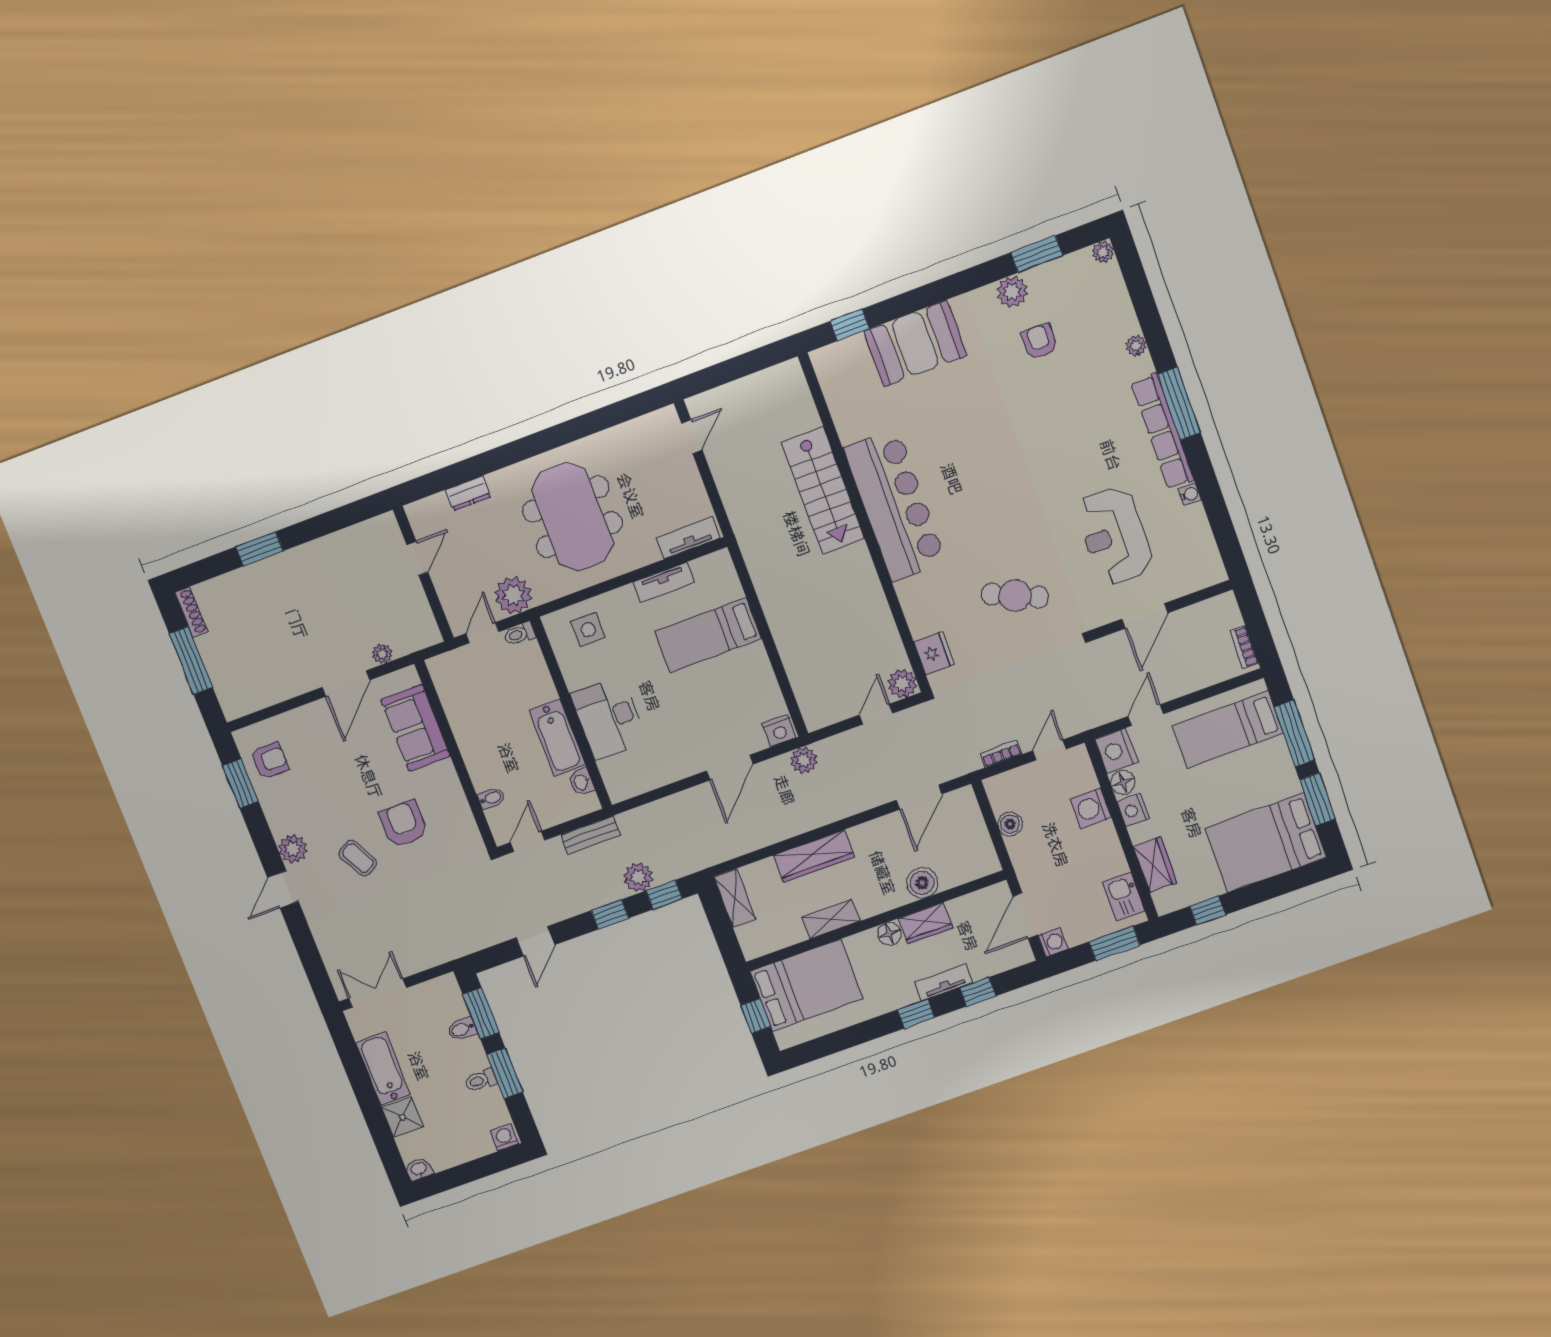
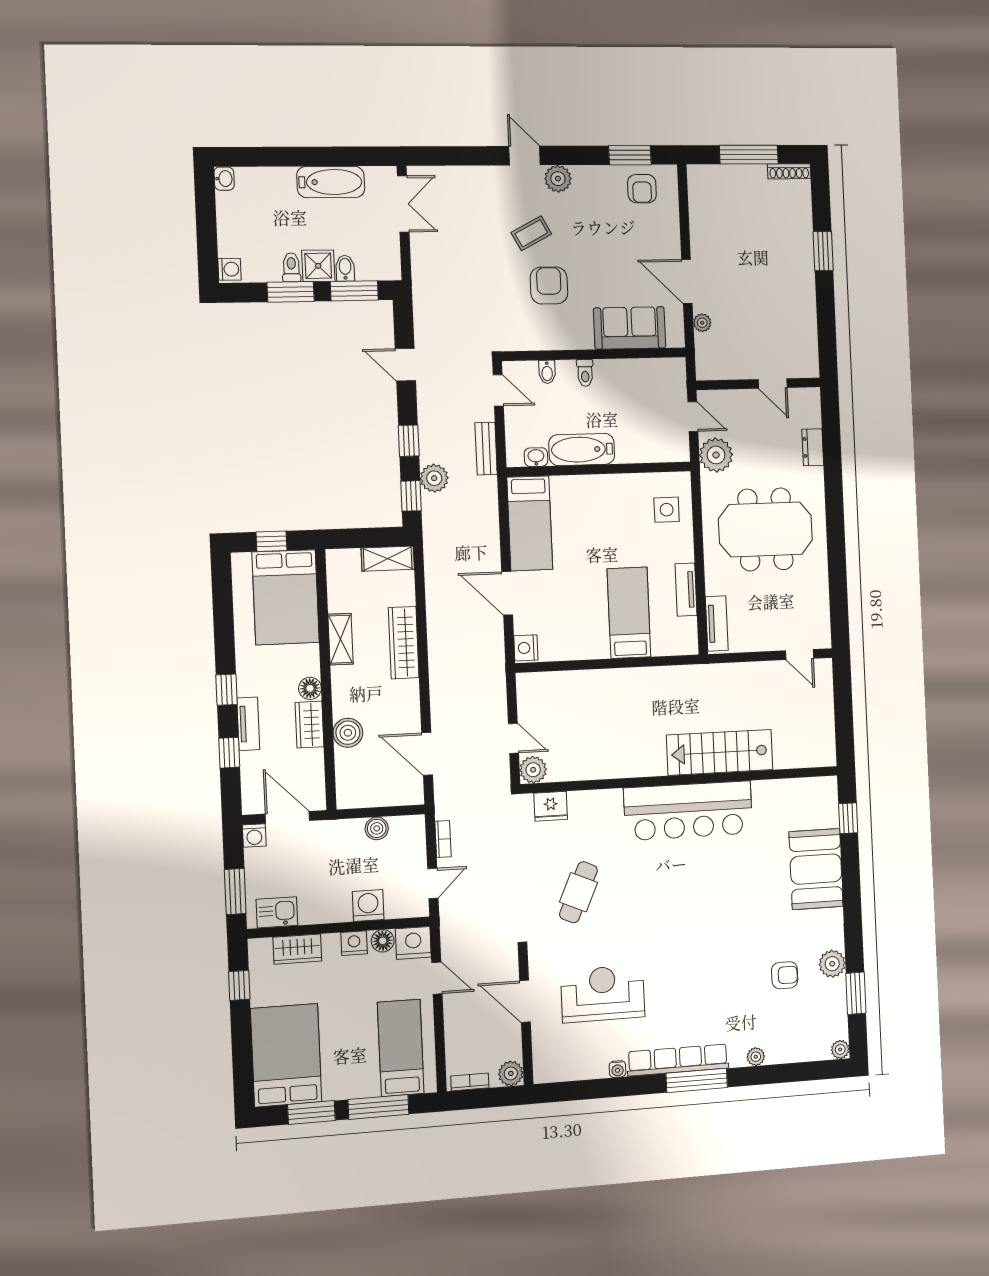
toilet: (520, 634) -> (585, 373), moved, turned 180
desk: (609, 718) -> (585, 501), removed
door: (1050, 750) -> (433, 883), hinge flipped
plant: (804, 760) -> (511, 1073), moved
bed: (651, 767) -> (530, 523), added
armchair: (403, 824) -> (549, 285), turned -90
shower: (403, 1117) -> (318, 266), moved

